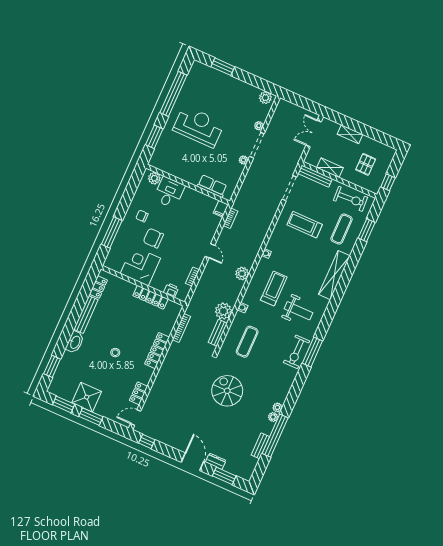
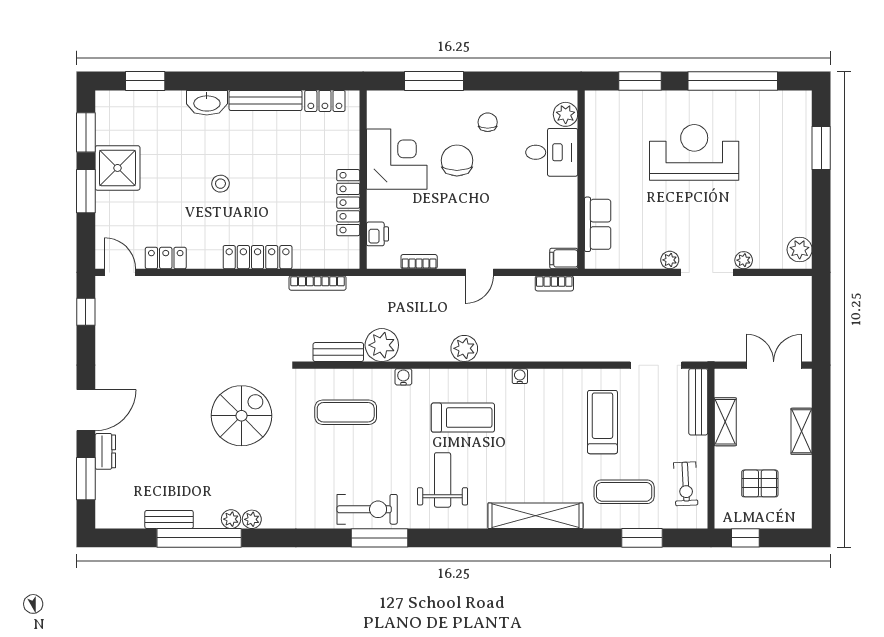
reception desk: (199, 126) -> (694, 152), turned -90
exercise bike: (351, 199) -> (686, 484), width x0.73, depth x0.72
weight bench: (298, 311) -> (443, 480), turned 180
exercise bike: (297, 352) -> (367, 509), turned 180

